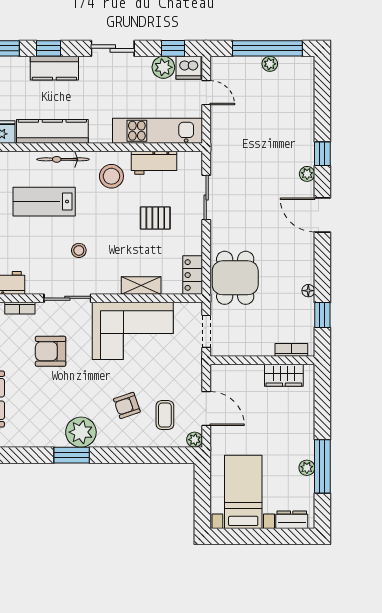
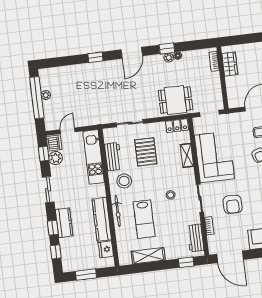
plant: (307, 174) -> (169, 58), moved
pallet: (155, 218) -> (146, 152), width x1.50, depth x1.42
window: (322, 315) -> (167, 48), moved

